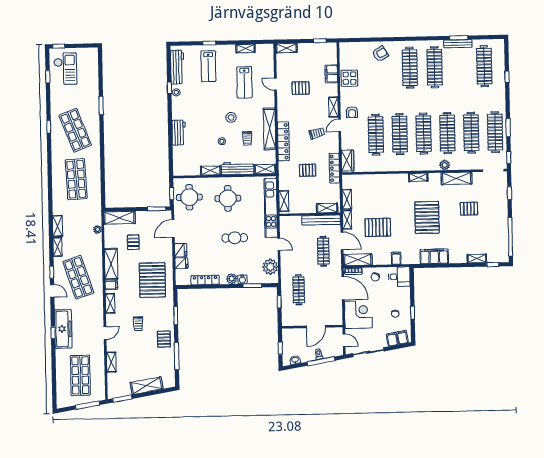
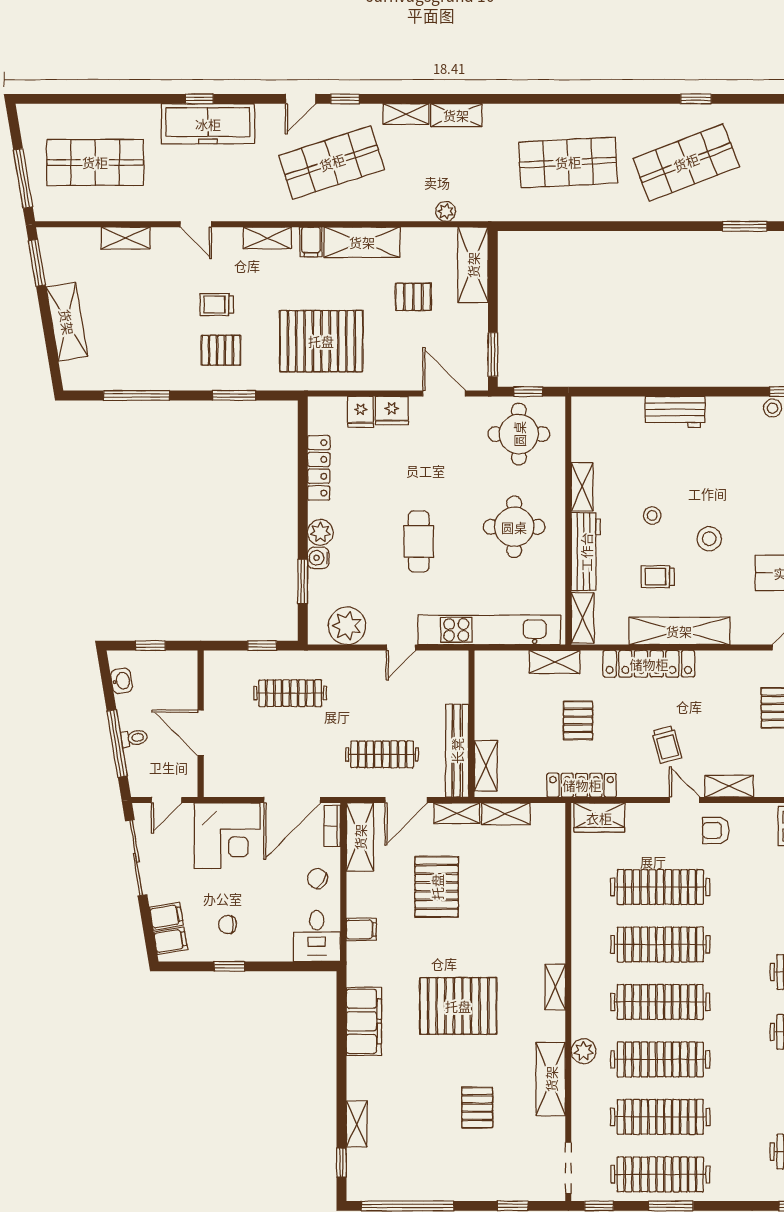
shelving: (284, 201) -> (555, 662), moved
pallet: (164, 339) -> (221, 350), moved

